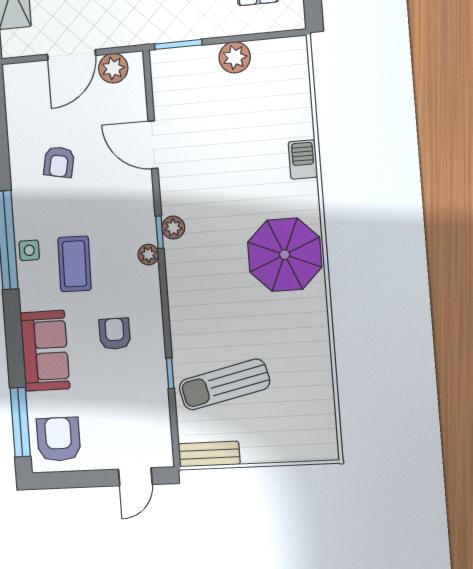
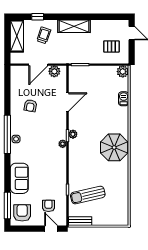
plant: (235, 57) -> (123, 72), moved
door: (153, 145) -> (68, 102), swing flipped
barbecue: (303, 160) -> (124, 99), moved
coffee table: (75, 264) -> (34, 145), removed
armchair: (115, 334) -> (48, 206), moved
door: (135, 477) -> (51, 229), swing flipped

